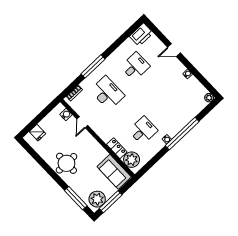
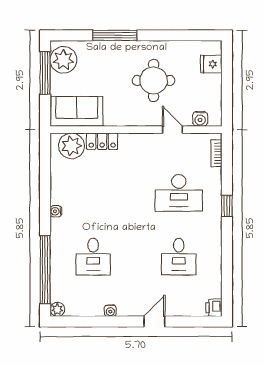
printer: (141, 35) -> (214, 308), width x0.53, depth x0.68
window: (93, 66) -> (227, 206), width x0.46
desk: (143, 131) -> (93, 257), moved
window: (182, 134) -> (45, 270), moved
round table: (66, 163) -> (154, 80), moved
window: (76, 198) -> (115, 35), moved

